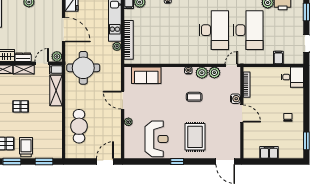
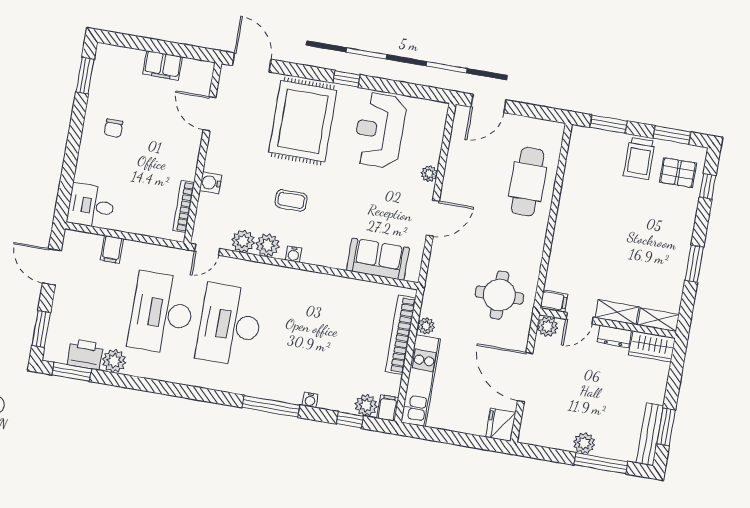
round table: (83, 68) -> (499, 295), width x0.73, depth x0.73
shelving: (56, 90) -> (561, 260), removed
door: (123, 100) -> (433, 218), hinge flipped
pallet: (21, 106) -> (636, 240), removed
door: (242, 114) -> (209, 114), moved
rug: (195, 137) -> (303, 121), width x1.37, depth x1.44

